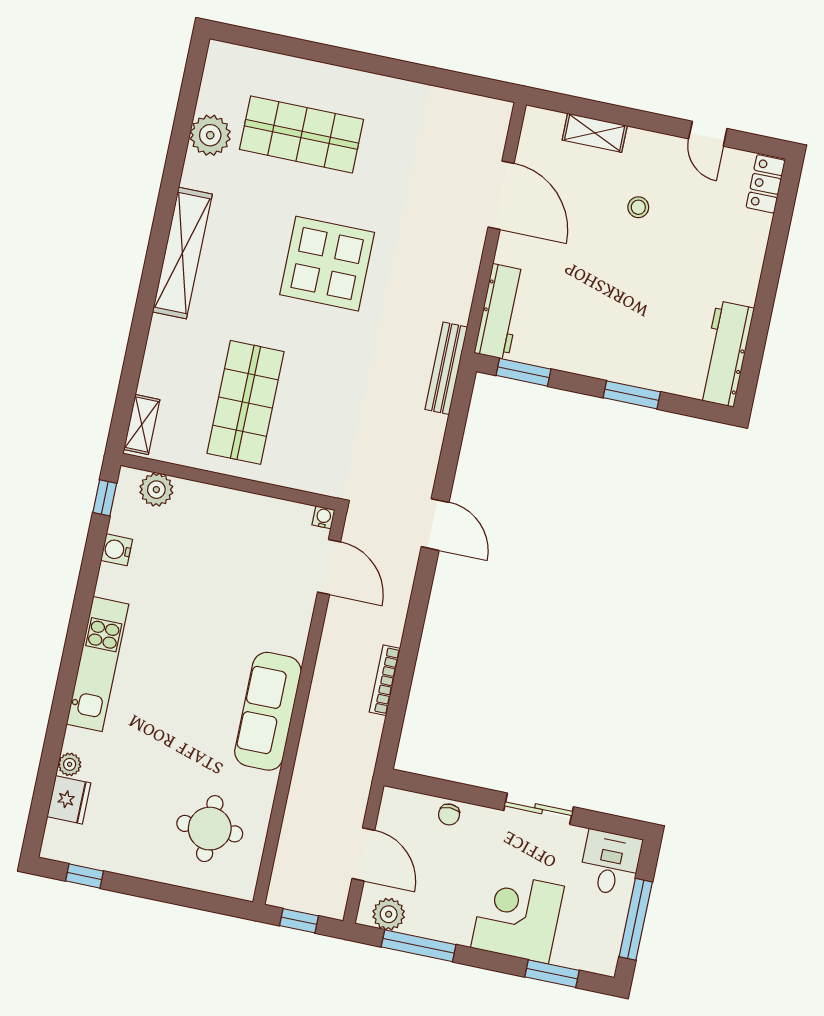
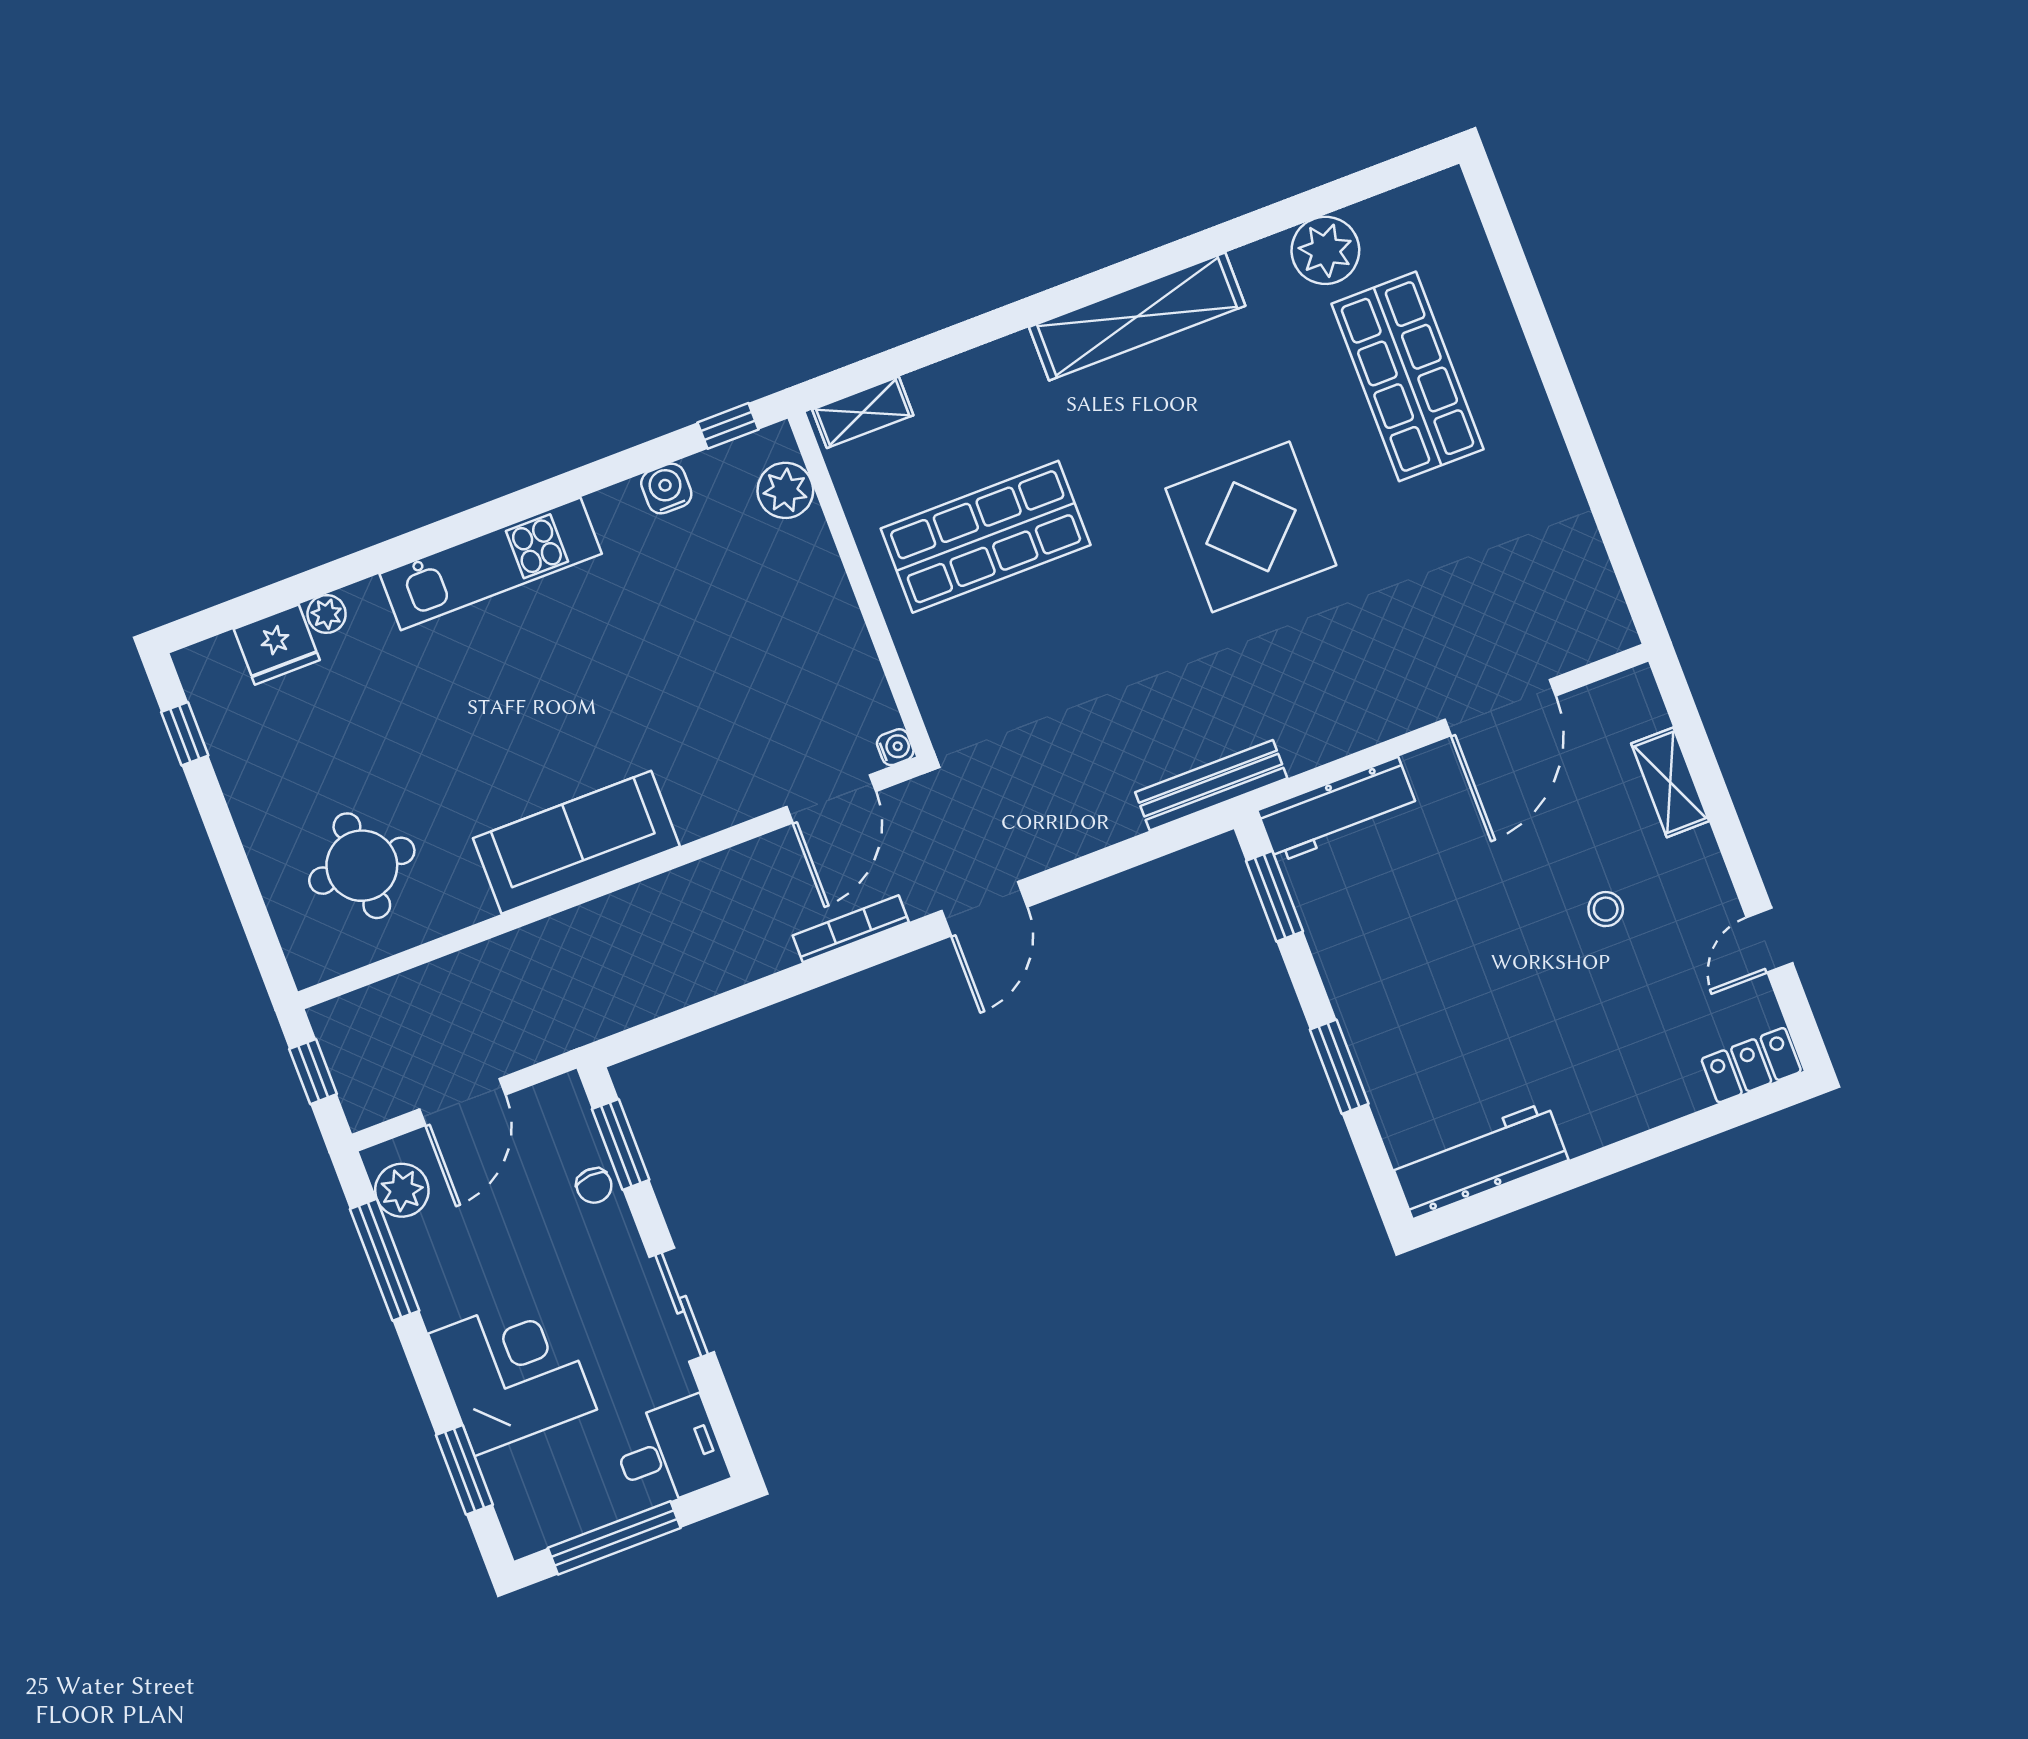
bookcase: (385, 680) -> (851, 929), moved
window: (437, 787) -> (621, 1144), added
chair: (449, 814) -> (594, 1186), turned -95

